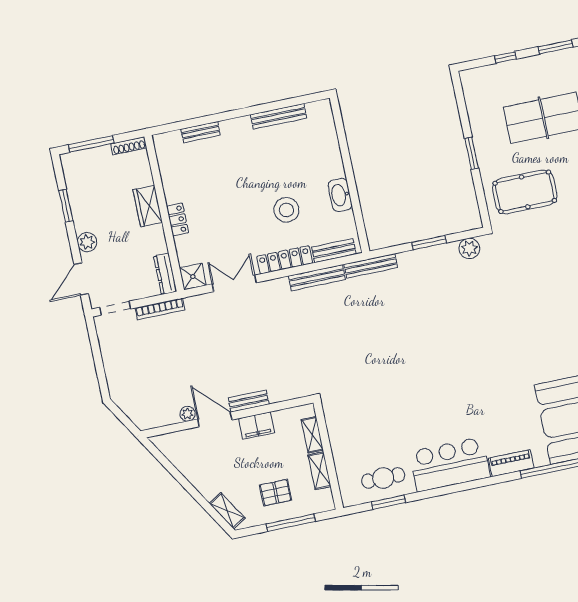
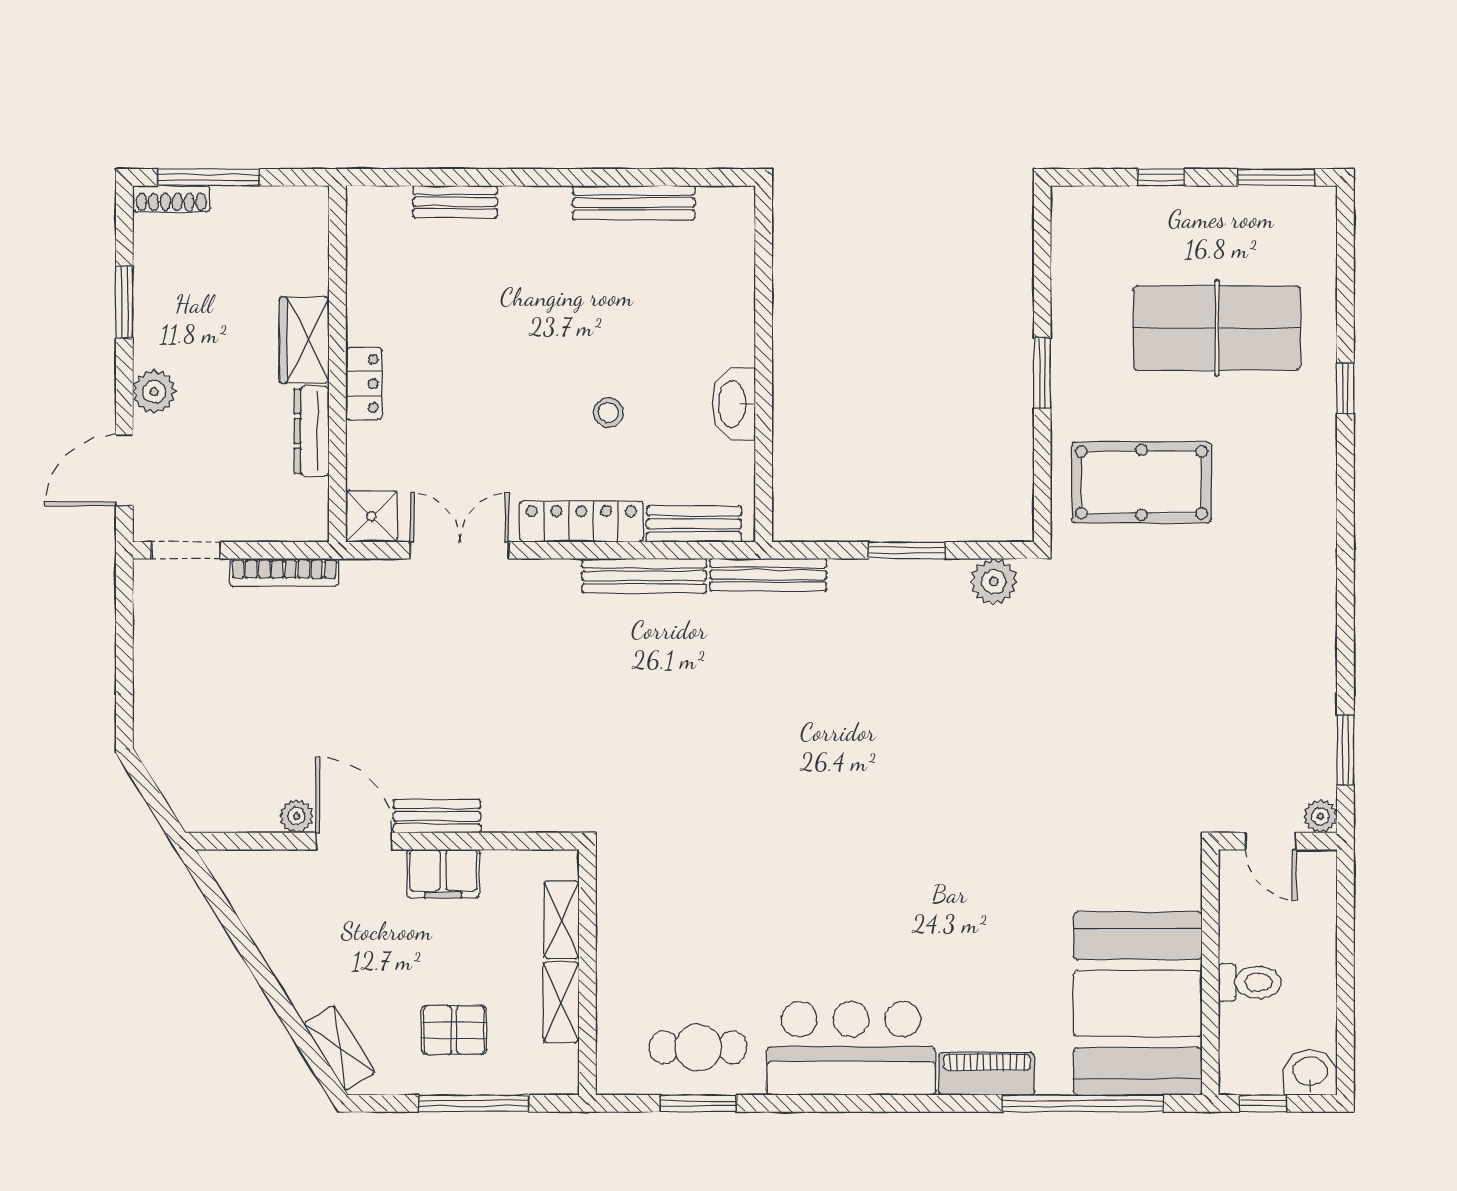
shoe rack: (129, 146) -> (171, 199), moved
stool: (286, 210) -> (608, 413), width x0.53, depth x0.53
dresser: (165, 274) -> (312, 431), moved

